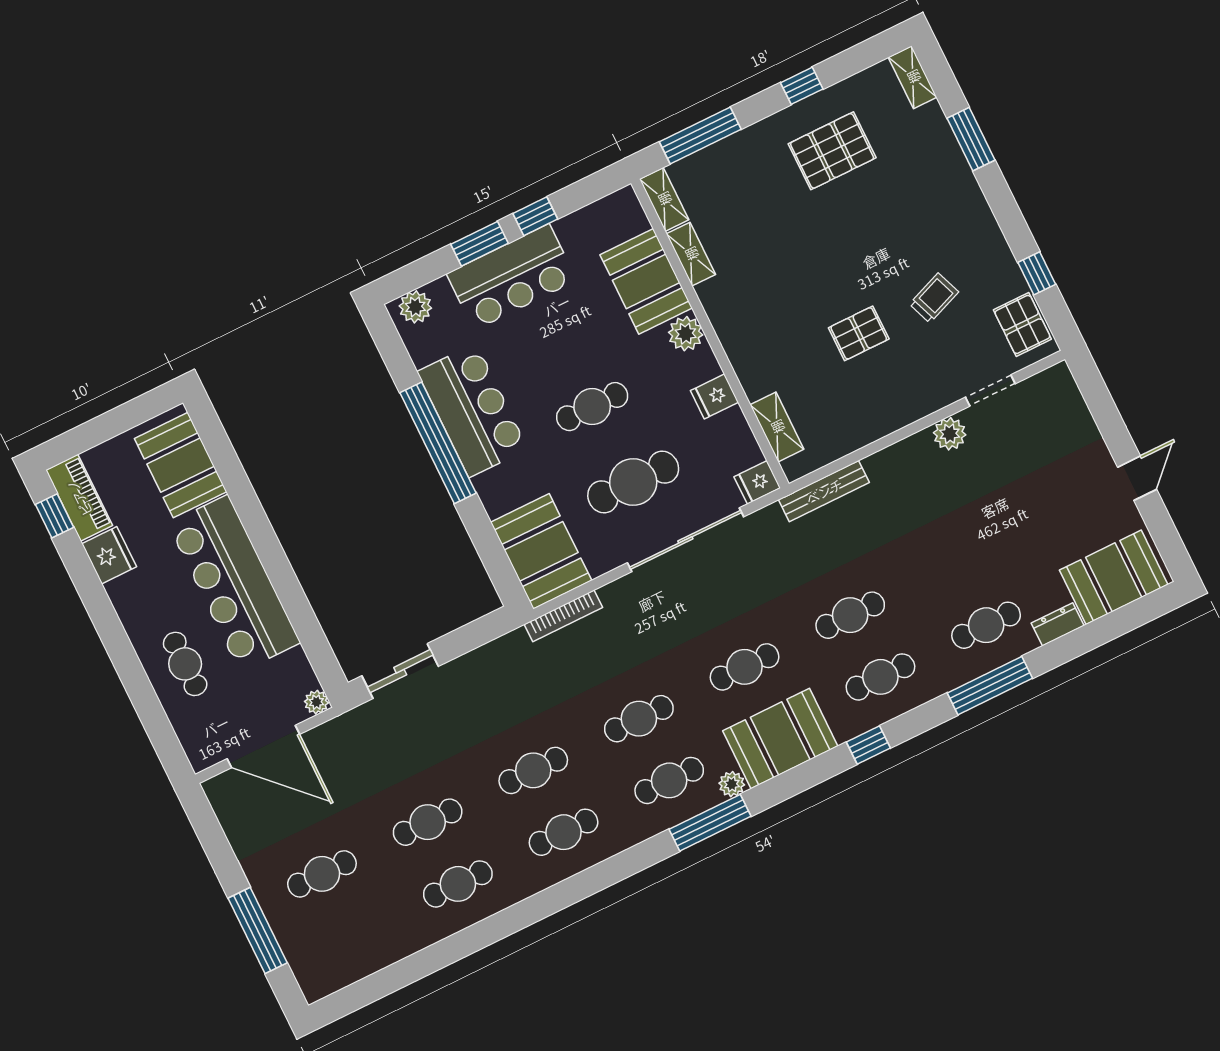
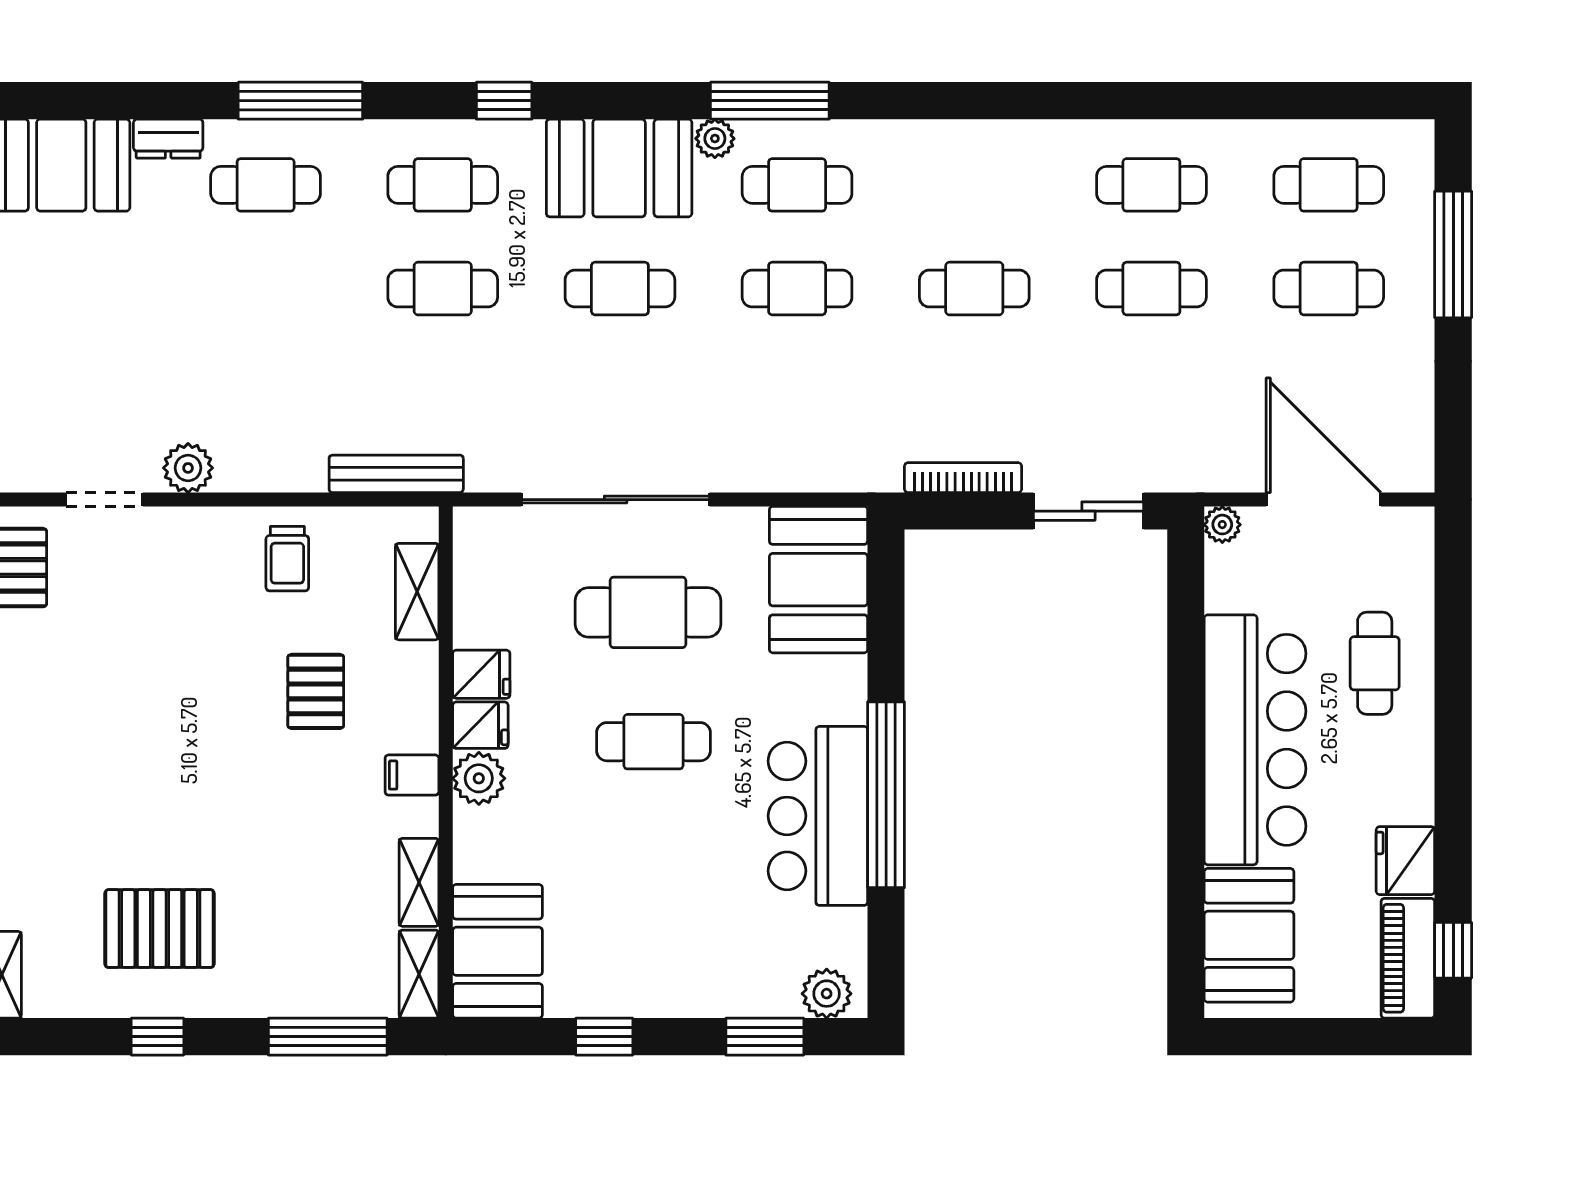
window: (479, 244) -> (765, 1037), moved
bar counter: (512, 277) -> (677, 970), removed
booth: (646, 281) -> (498, 951), moved
trolley: (934, 298) -> (287, 559), moved, turned -69
filing cabinet: (726, 316) -> (412, 775), added
pallet: (859, 333) -> (316, 691), moved, turned 90
fridge: (757, 482) -> (480, 725), moved
bookcase: (563, 616) -> (963, 478), moved
cafe table: (564, 832) -> (1329, 185), moved

